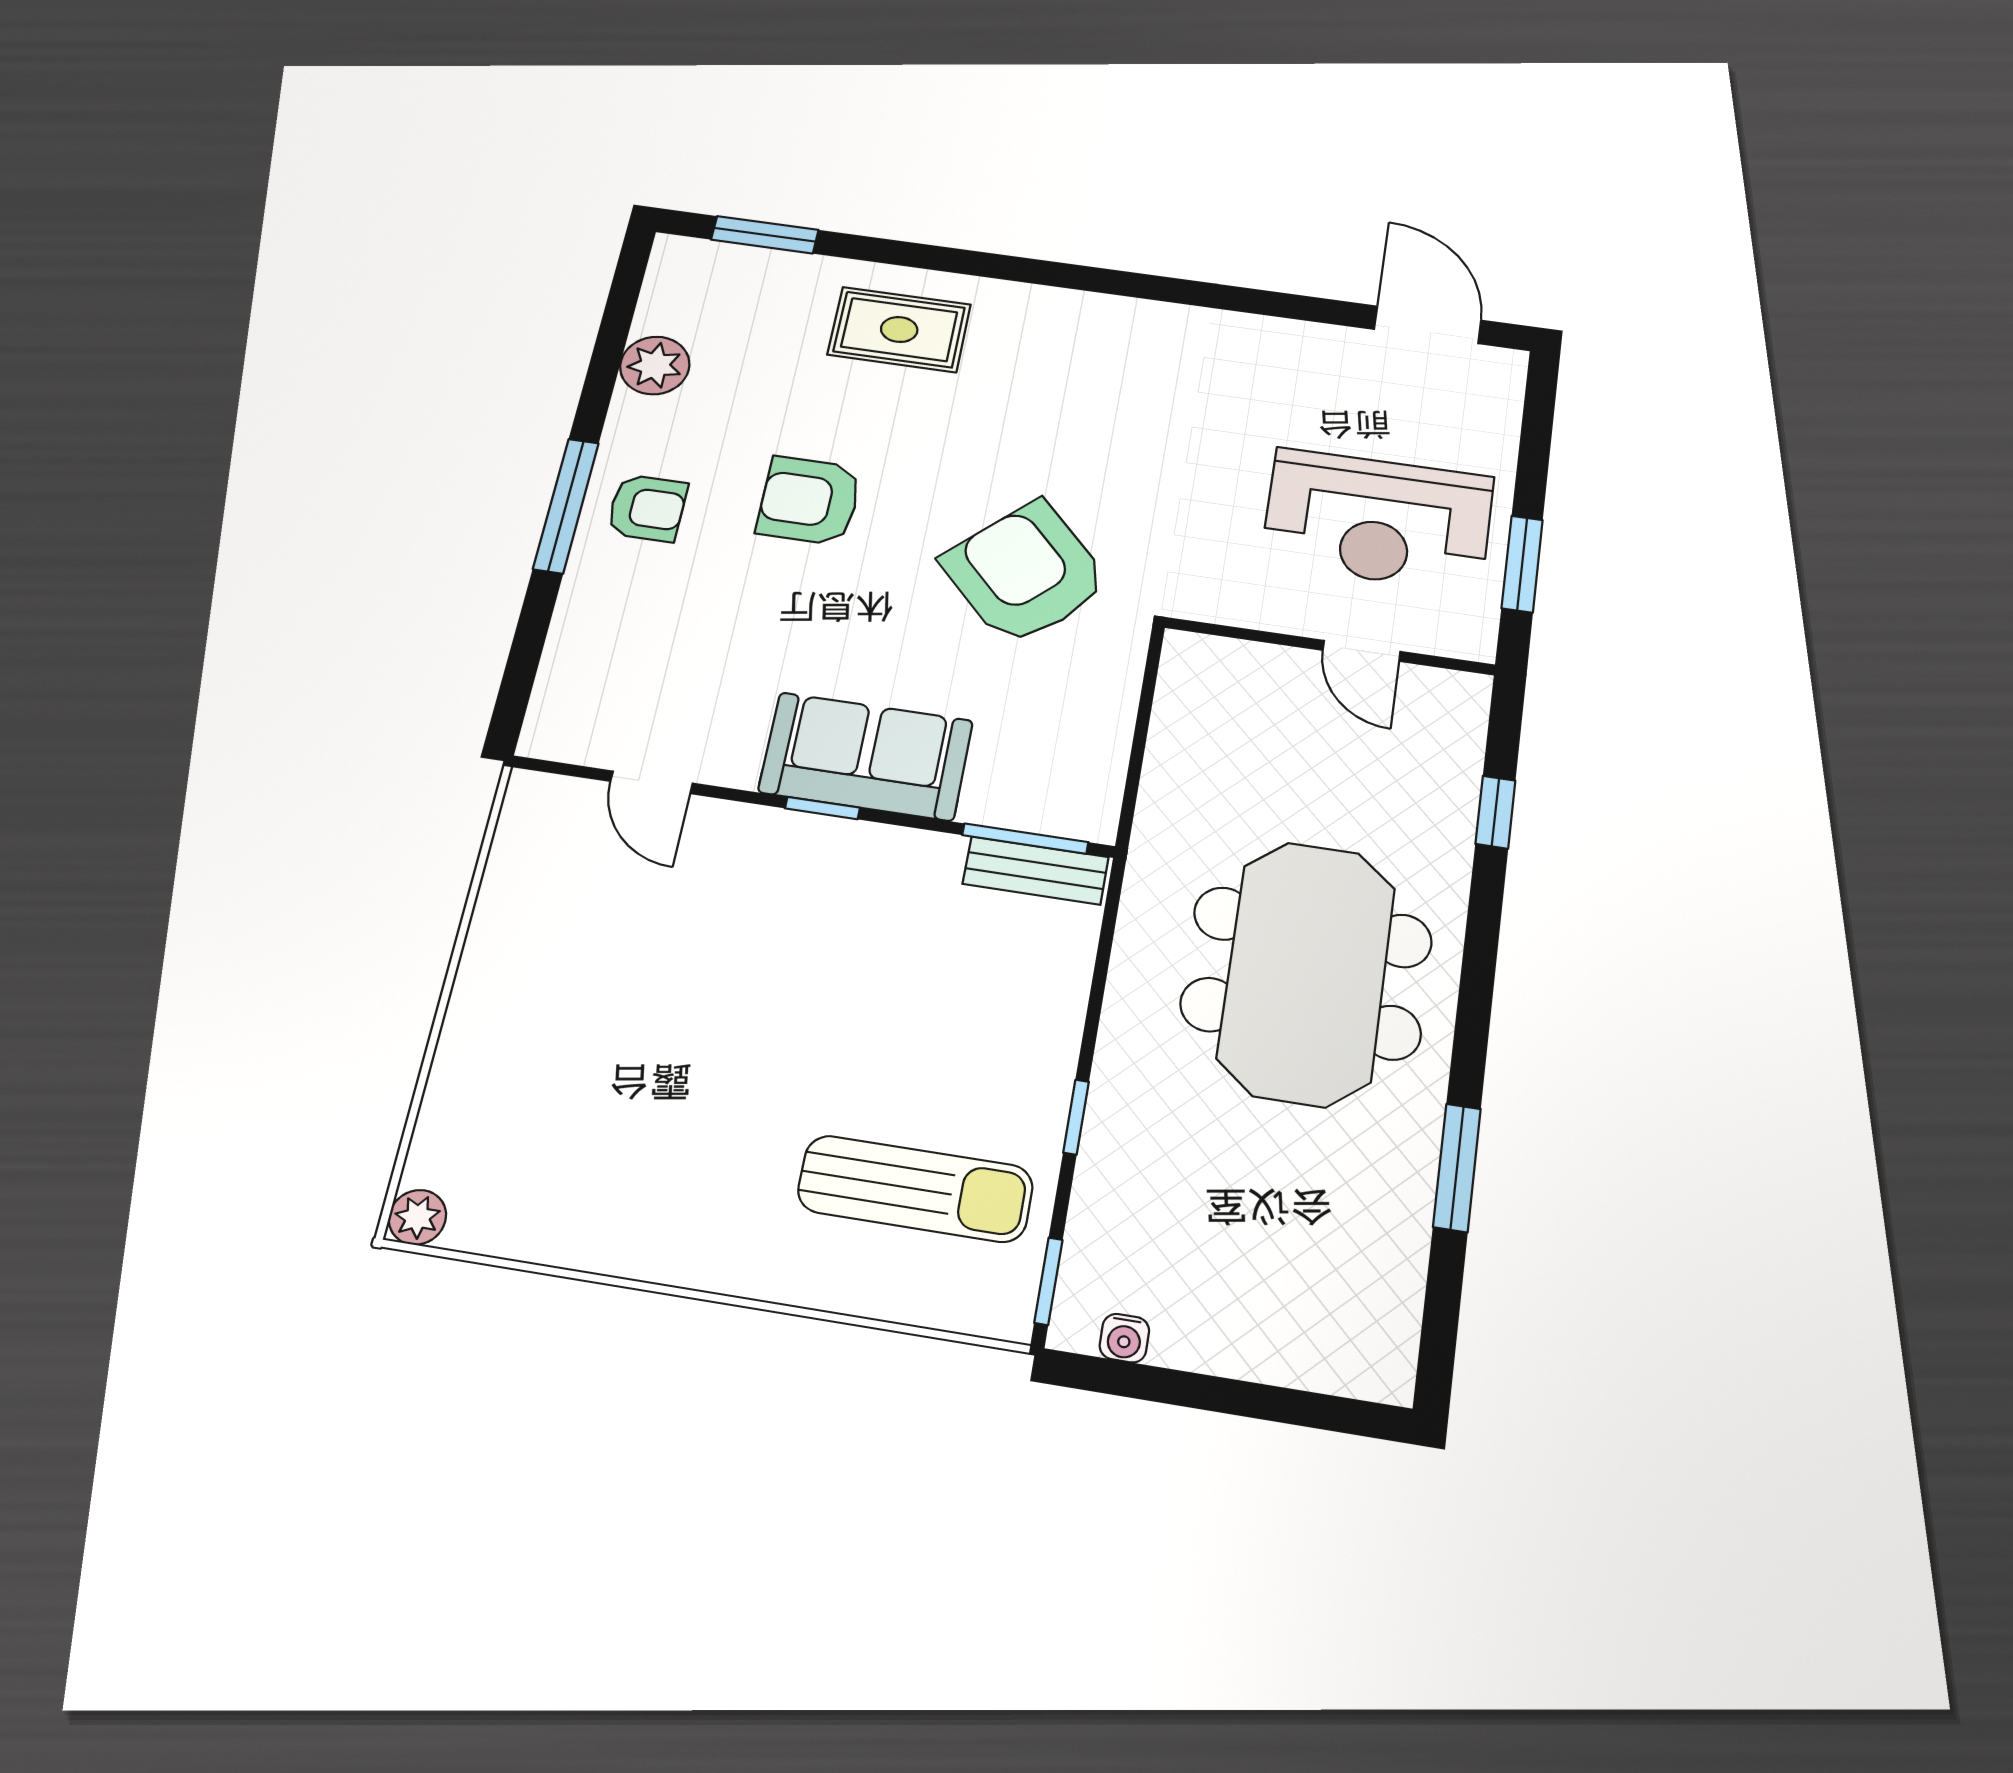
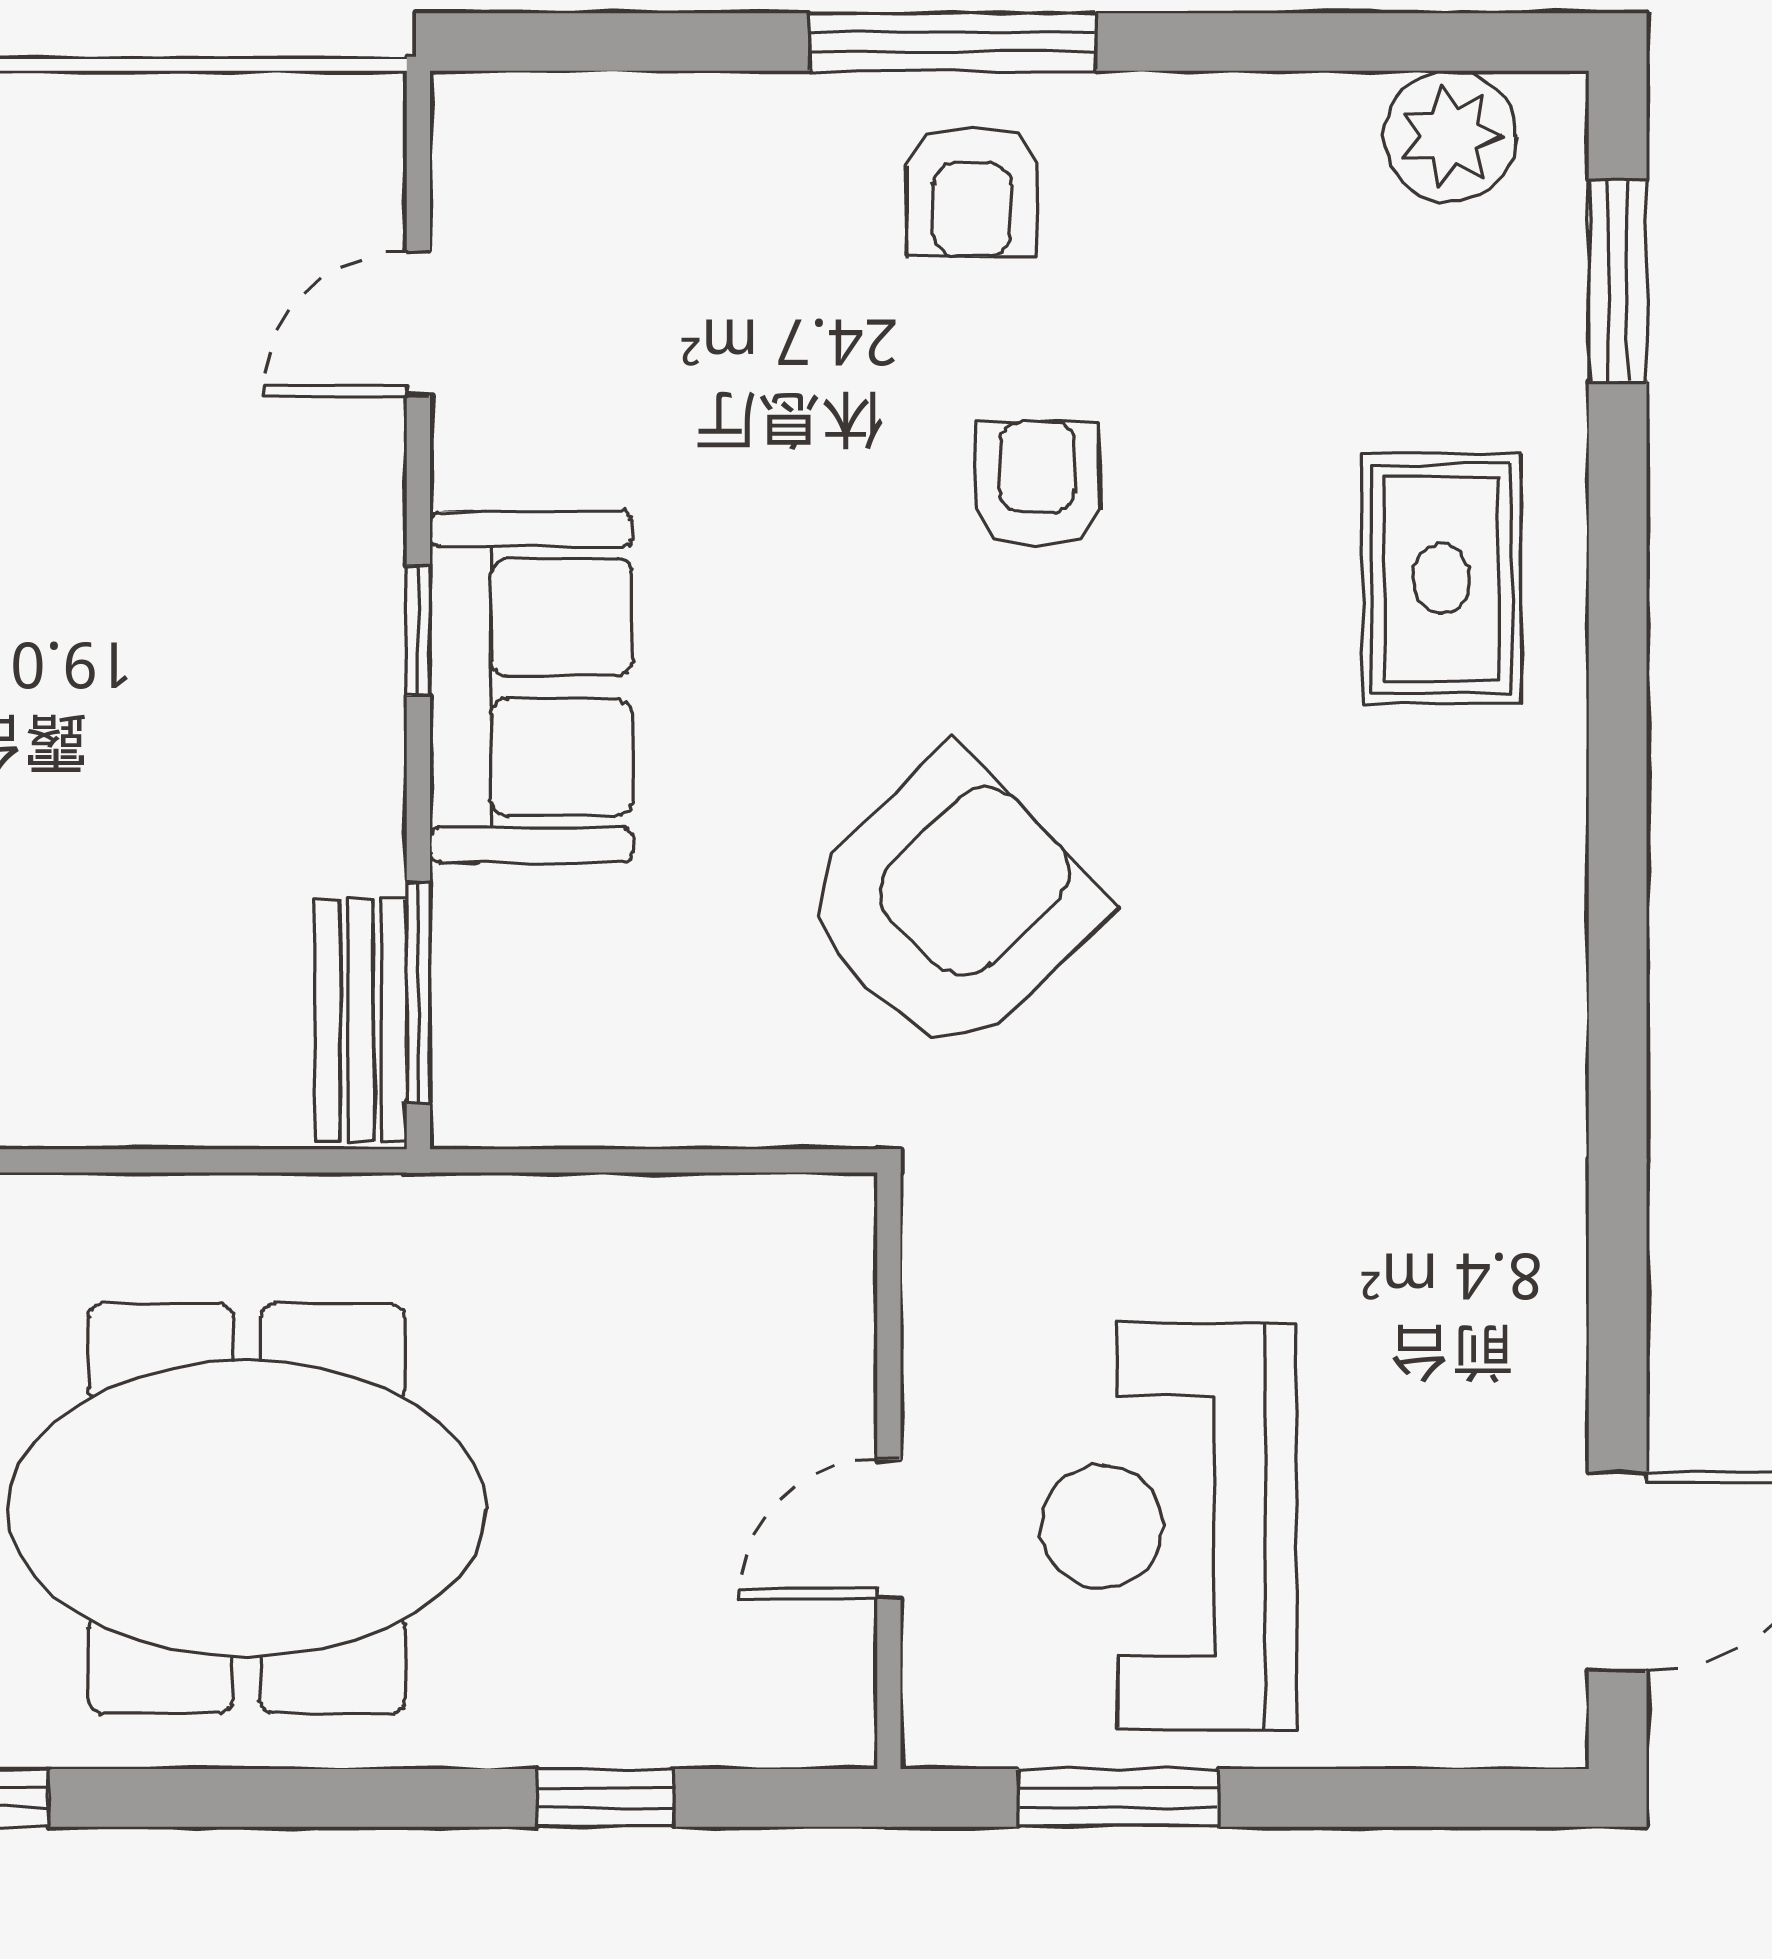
plant: (655, 365) -> (1451, 136), moved
armchair: (809, 501) -> (1037, 484), width x0.72, depth x0.72

